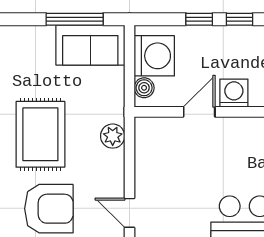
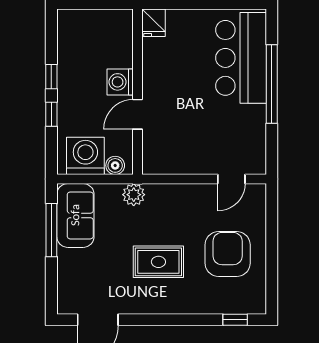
door: (199, 112) -> (138, 114), hinge flipped
rug: (40, 134) -> (158, 262), width x0.73, depth x0.70
plant: (113, 136) -> (134, 195), moved

